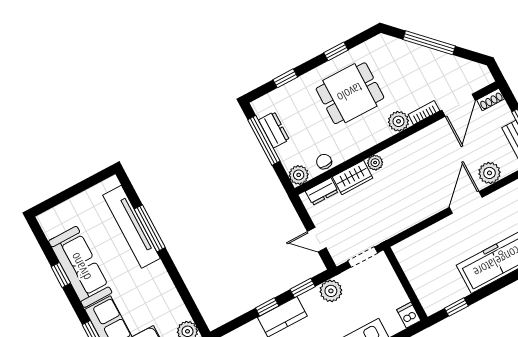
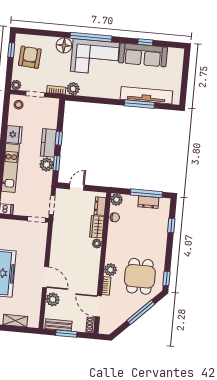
window: (336, 51) -> (166, 279), moved
dining table: (350, 93) -> (140, 276), moved
doorway: (396, 265) -> (37, 219), added
plant: (331, 291) -> (46, 165), moved

